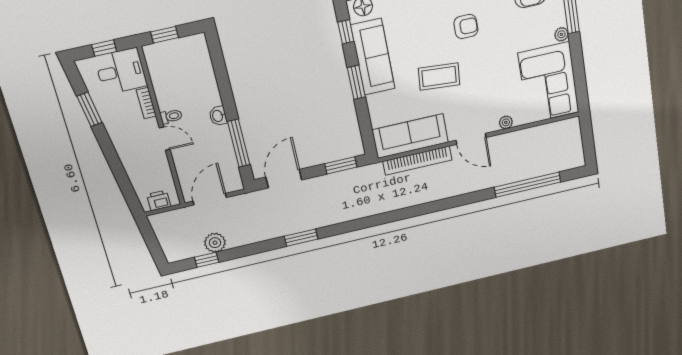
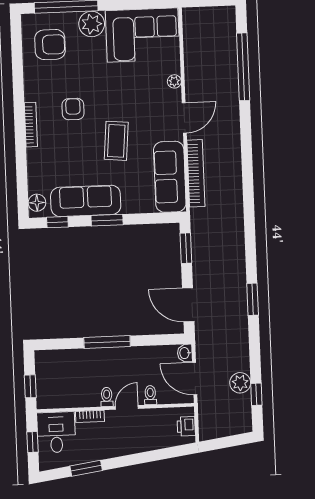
plant: (561, 34) -> (92, 24), width x1.88, depth x1.88
washbasin: (218, 116) -> (185, 353), moved, turned 90
window: (239, 143) -> (107, 342), moved
toilet: (183, 159) -> (150, 395), added

